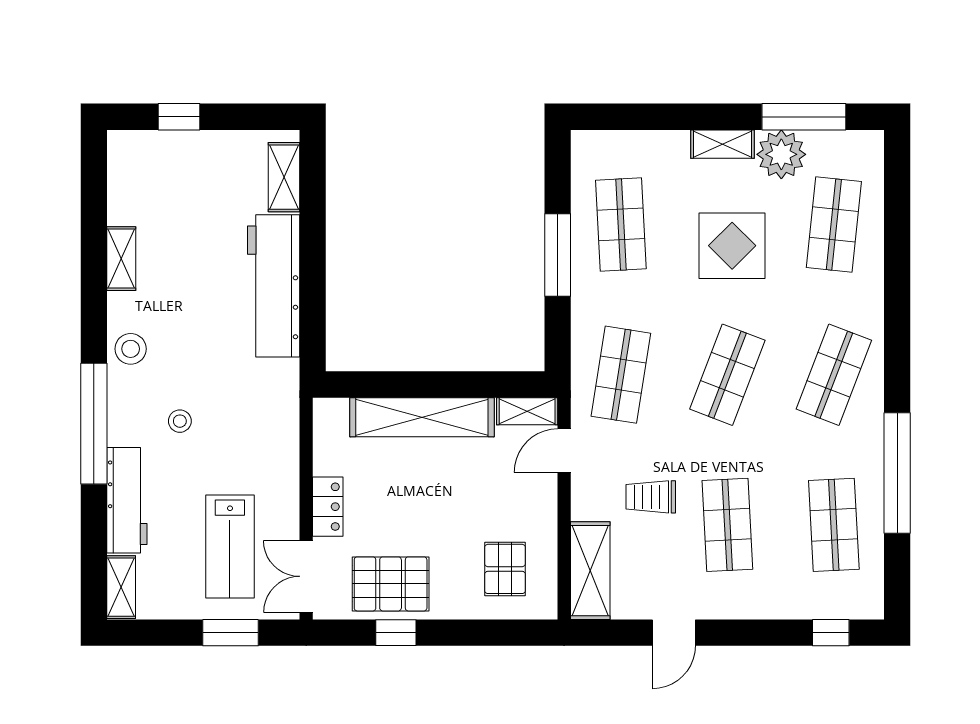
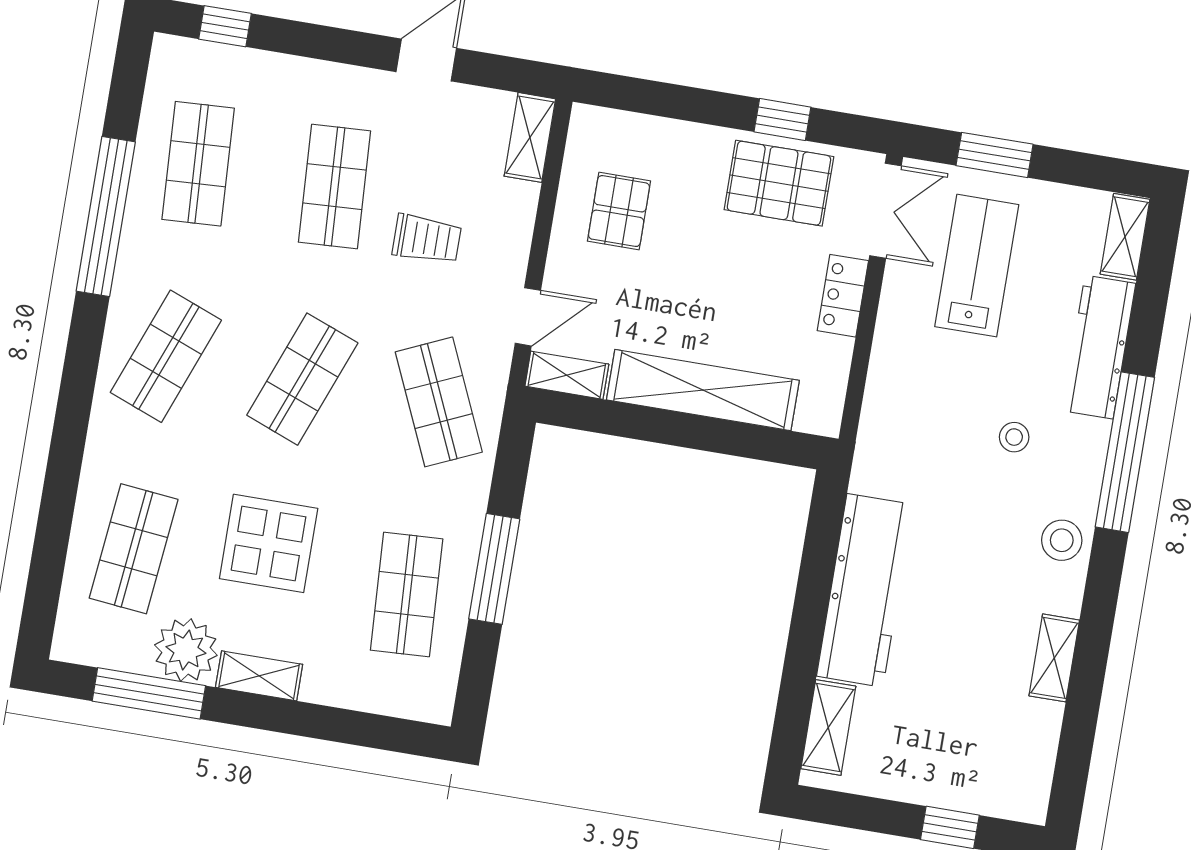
shop shelf: (621, 375) -> (439, 402), turned -33
pallet: (505, 569) -> (619, 211), moved
shelving: (590, 571) -> (530, 137), width x0.67, depth x0.75

